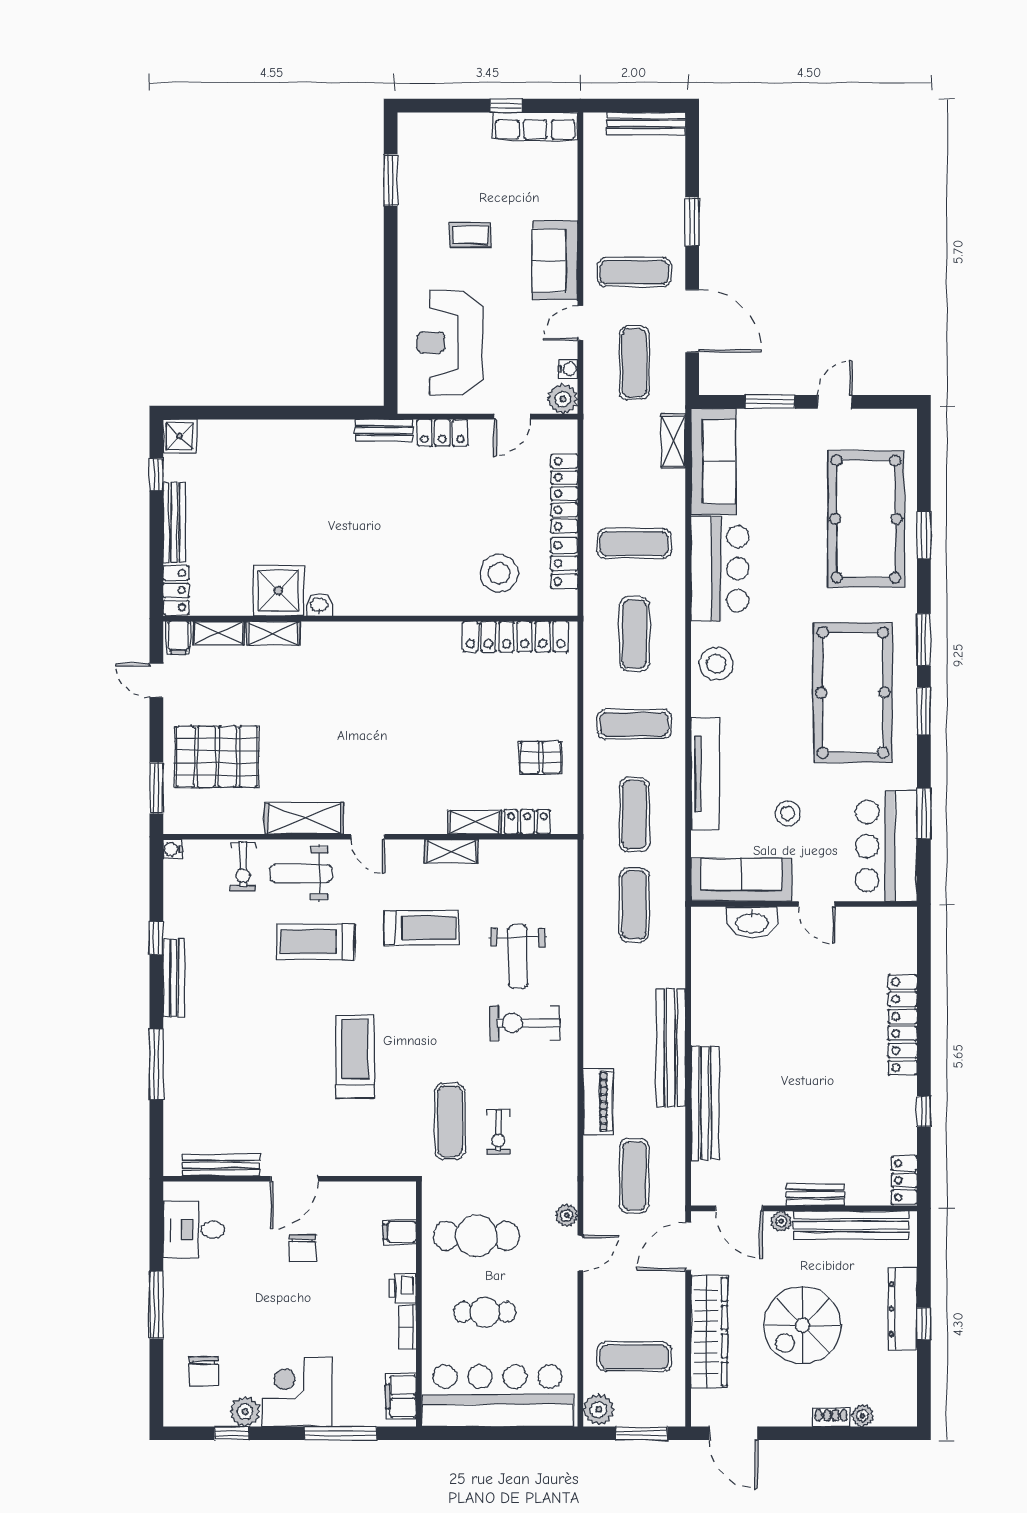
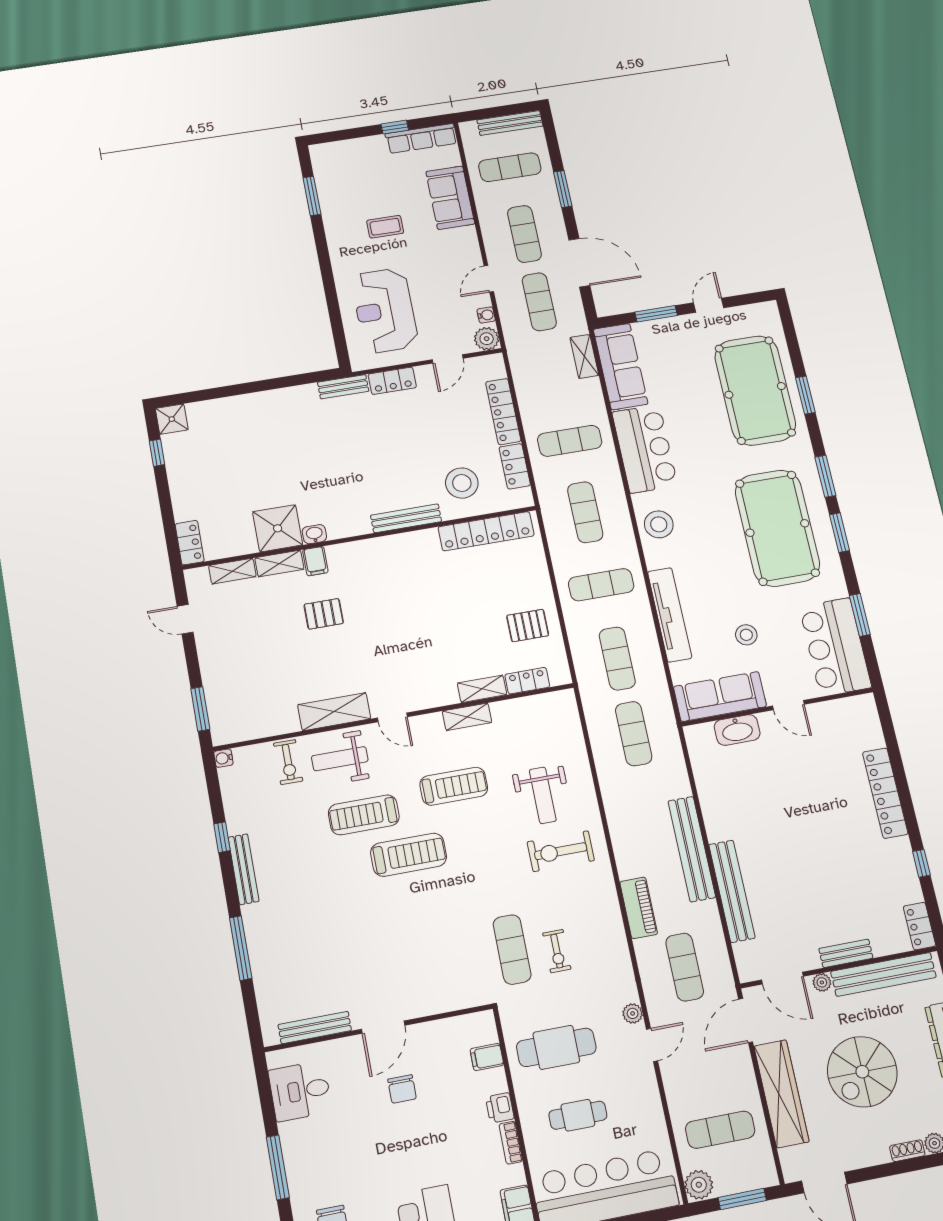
exercise mat: (634, 182) -> (510, 167), added
sofa: (555, 261) -> (450, 198), moved
exercise mat: (634, 272) -> (524, 234), turned 90
bench: (174, 522) -> (406, 518), moved, turned 90
filing cabinet: (178, 638) -> (315, 561), moved
pallet: (217, 757) -> (324, 614), moved, width x0.49, depth x0.50
treadmill: (355, 1057) -> (409, 855), moved, turned 90

